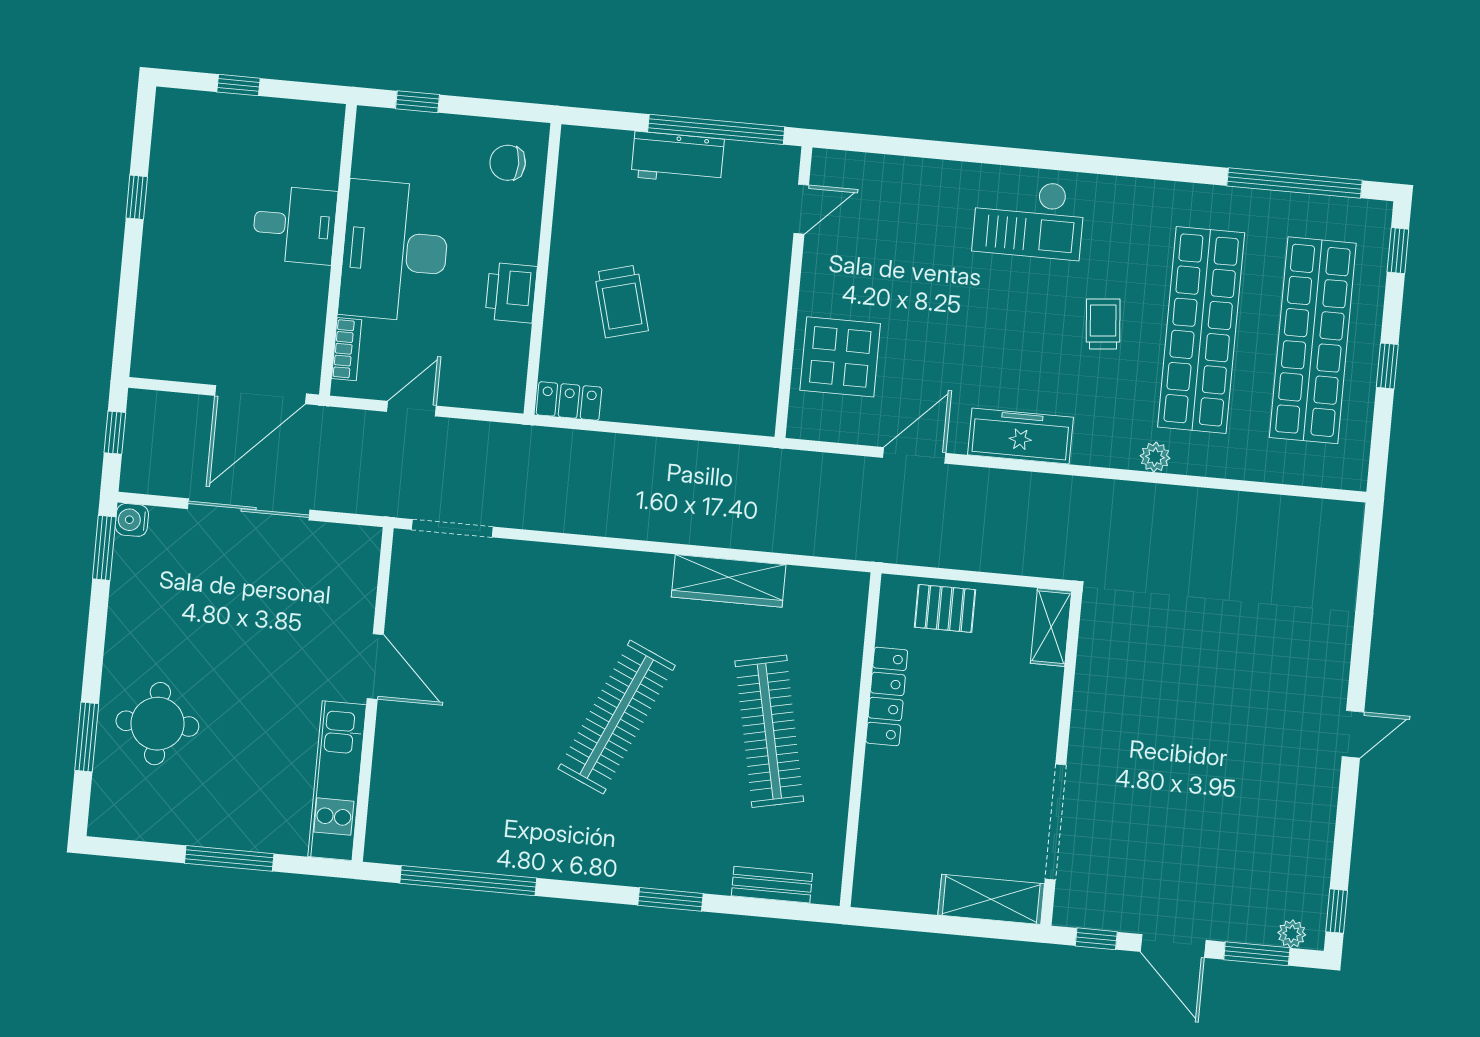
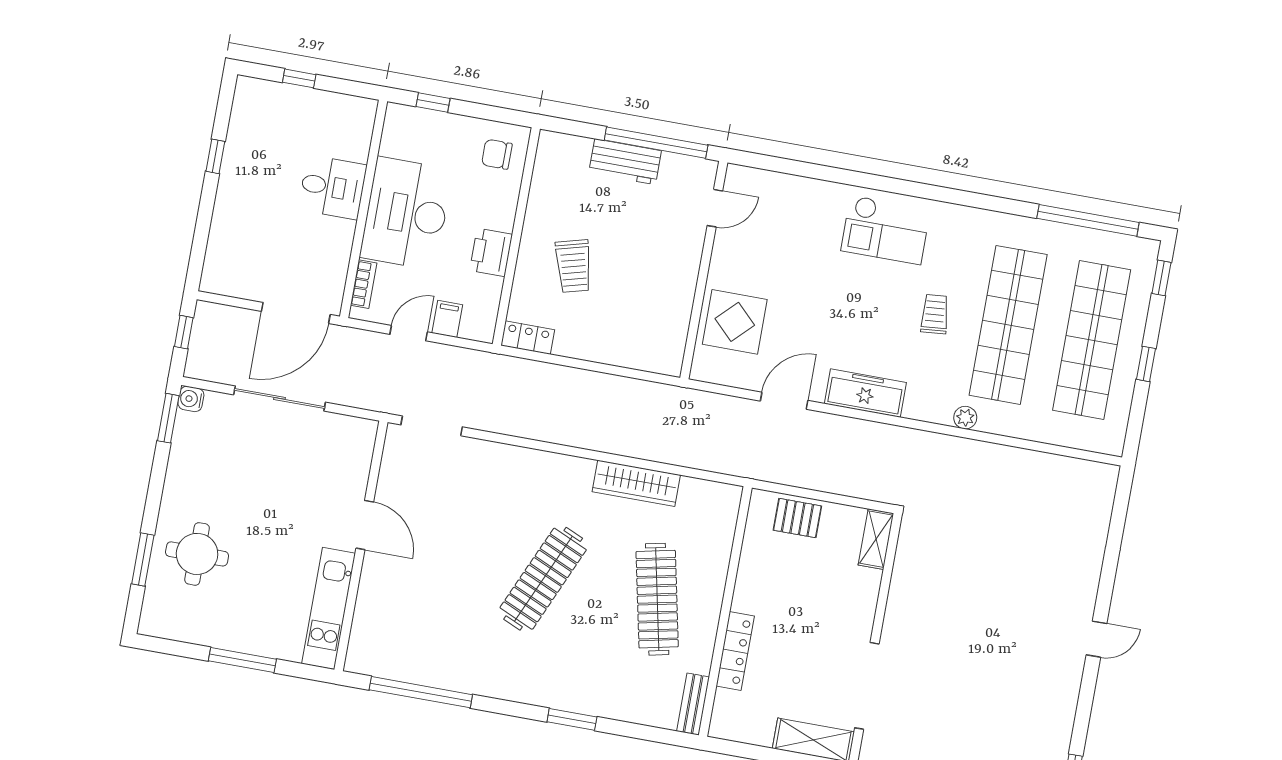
filing cabinet: (461, 386) -> (447, 319), added
locker: (887, 696) -> (735, 651), moved
bench: (772, 885) -> (693, 704), moved, turned 90

